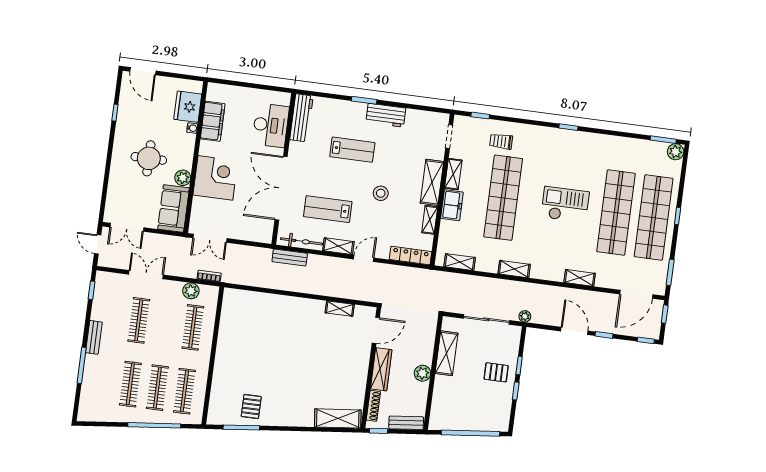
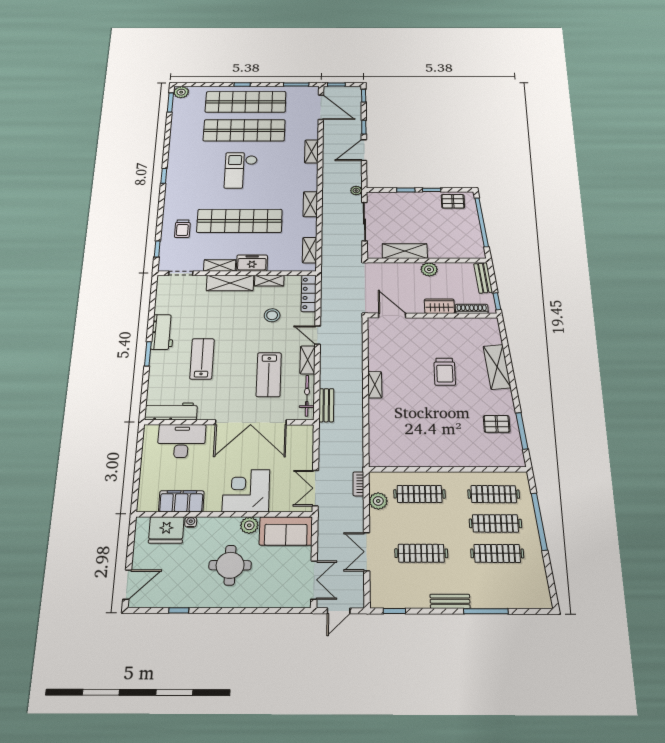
stool: (381, 193) -> (272, 315), moved
double door: (210, 238) -> (315, 488), swing flipped
shelving: (340, 309) -> (375, 385), moved
trolley: (310, 369) -> (445, 372), added
wardrobe: (381, 369) -> (439, 306), width x0.67
pallet: (496, 372) -> (453, 201), moved, turned 90
shelving: (338, 418) -> (497, 367), moved

